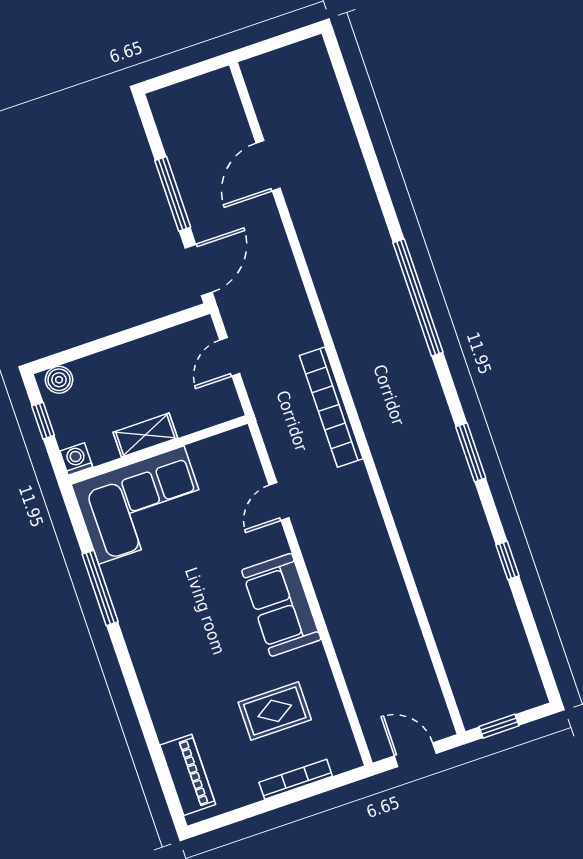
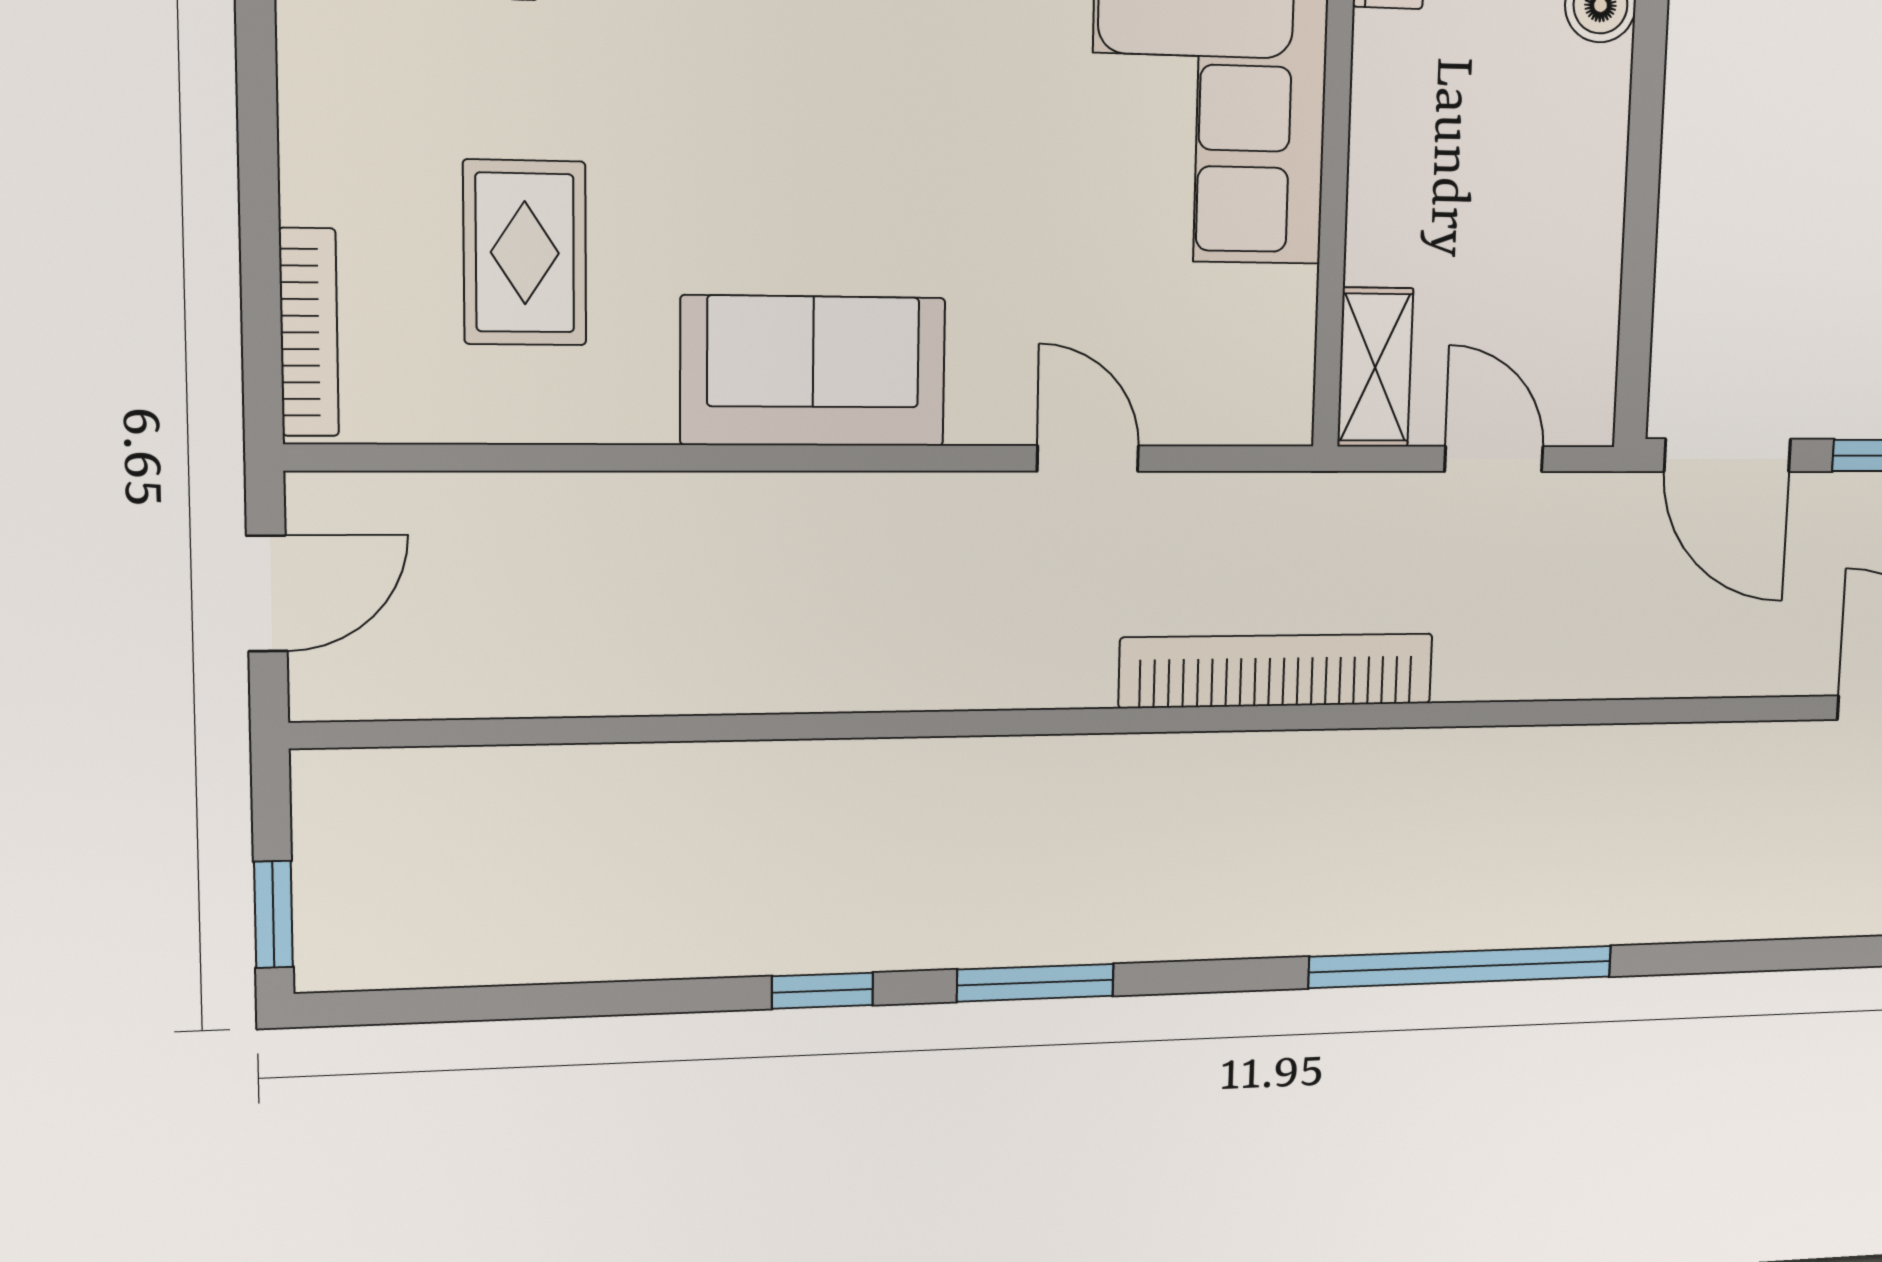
shelving: (145, 435) -> (1375, 367), moved
window: (507, 560) -> (822, 991), moved
window: (499, 726) -> (273, 914), moved
bookcase: (296, 779) -> (309, 332), moved

